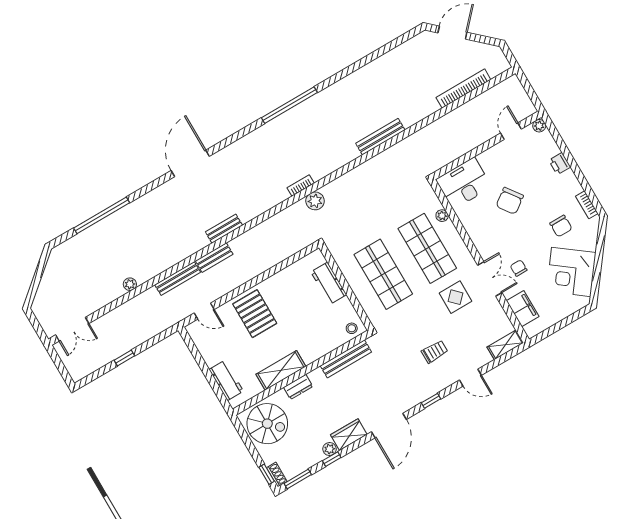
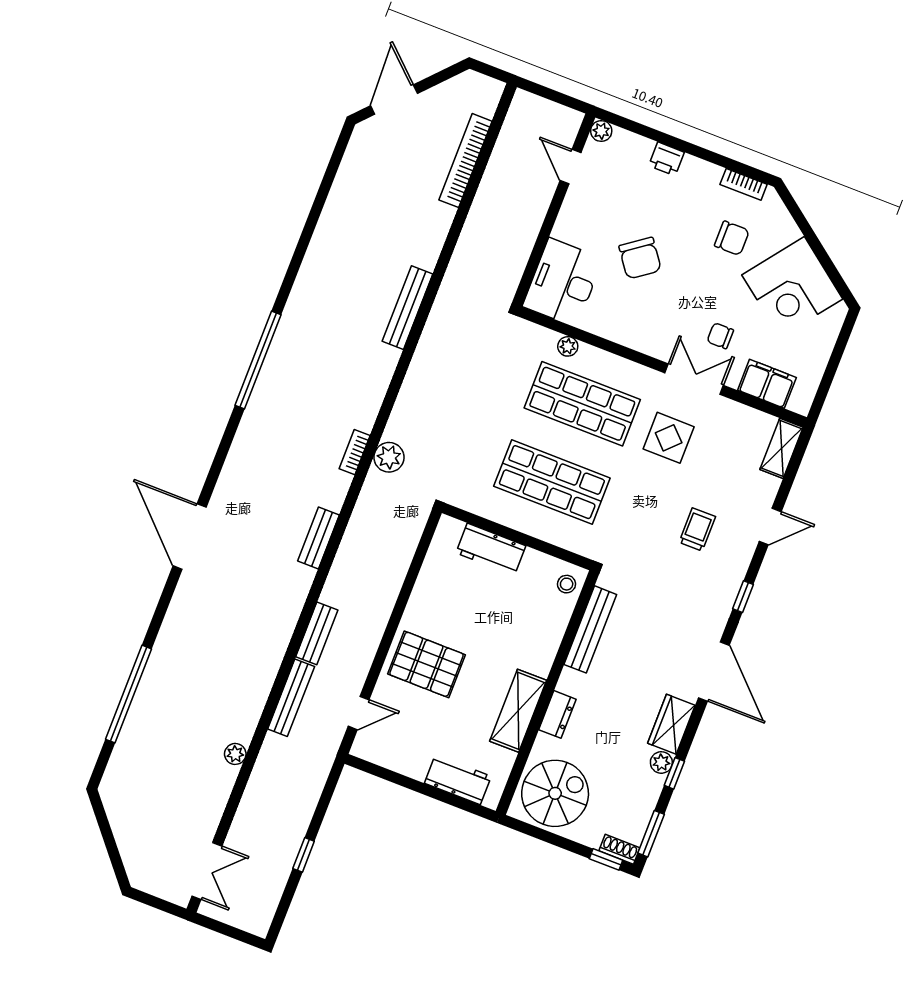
bench: (224, 229) -> (318, 538), moved

